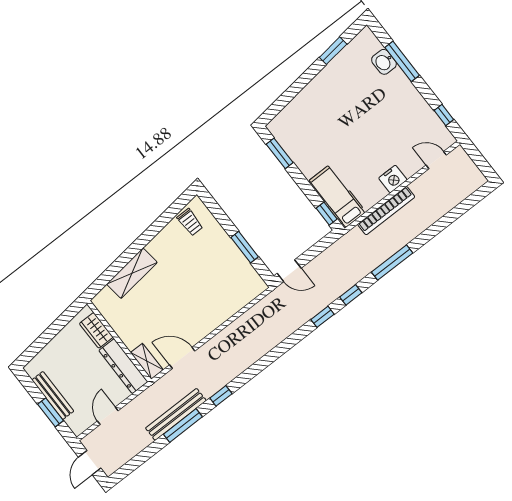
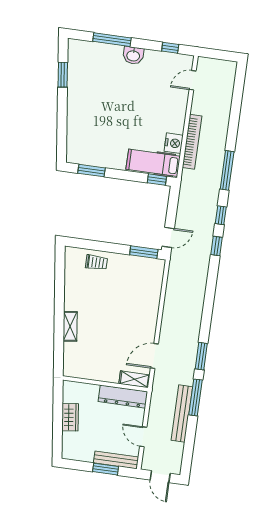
washbasin: (384, 62) -> (133, 55), moved
nightstand: (393, 179) -> (174, 143), moved
trolley: (190, 222) -> (96, 262), moved
window: (245, 247) -> (144, 252), moved
shelving: (132, 273) -> (70, 326), width x0.67, depth x0.75
wardrobe: (96, 330) -> (70, 417), moved, turned -97
bench: (53, 395) -> (116, 460), moved
window: (221, 396) -> (201, 356), width x1.50
bench: (176, 414) -> (182, 414), moved

